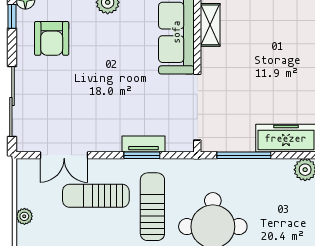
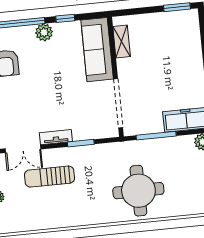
tv unit: (144, 144) -> (56, 137), moved
sun lounger: (152, 207) -> (92, 180), removed

